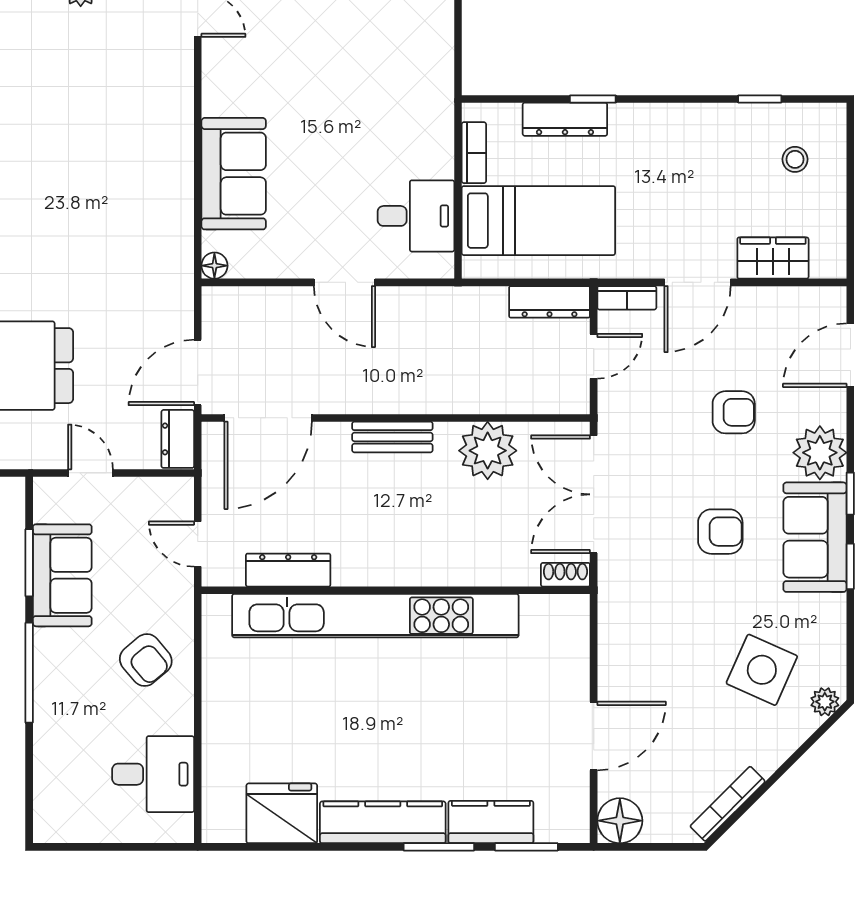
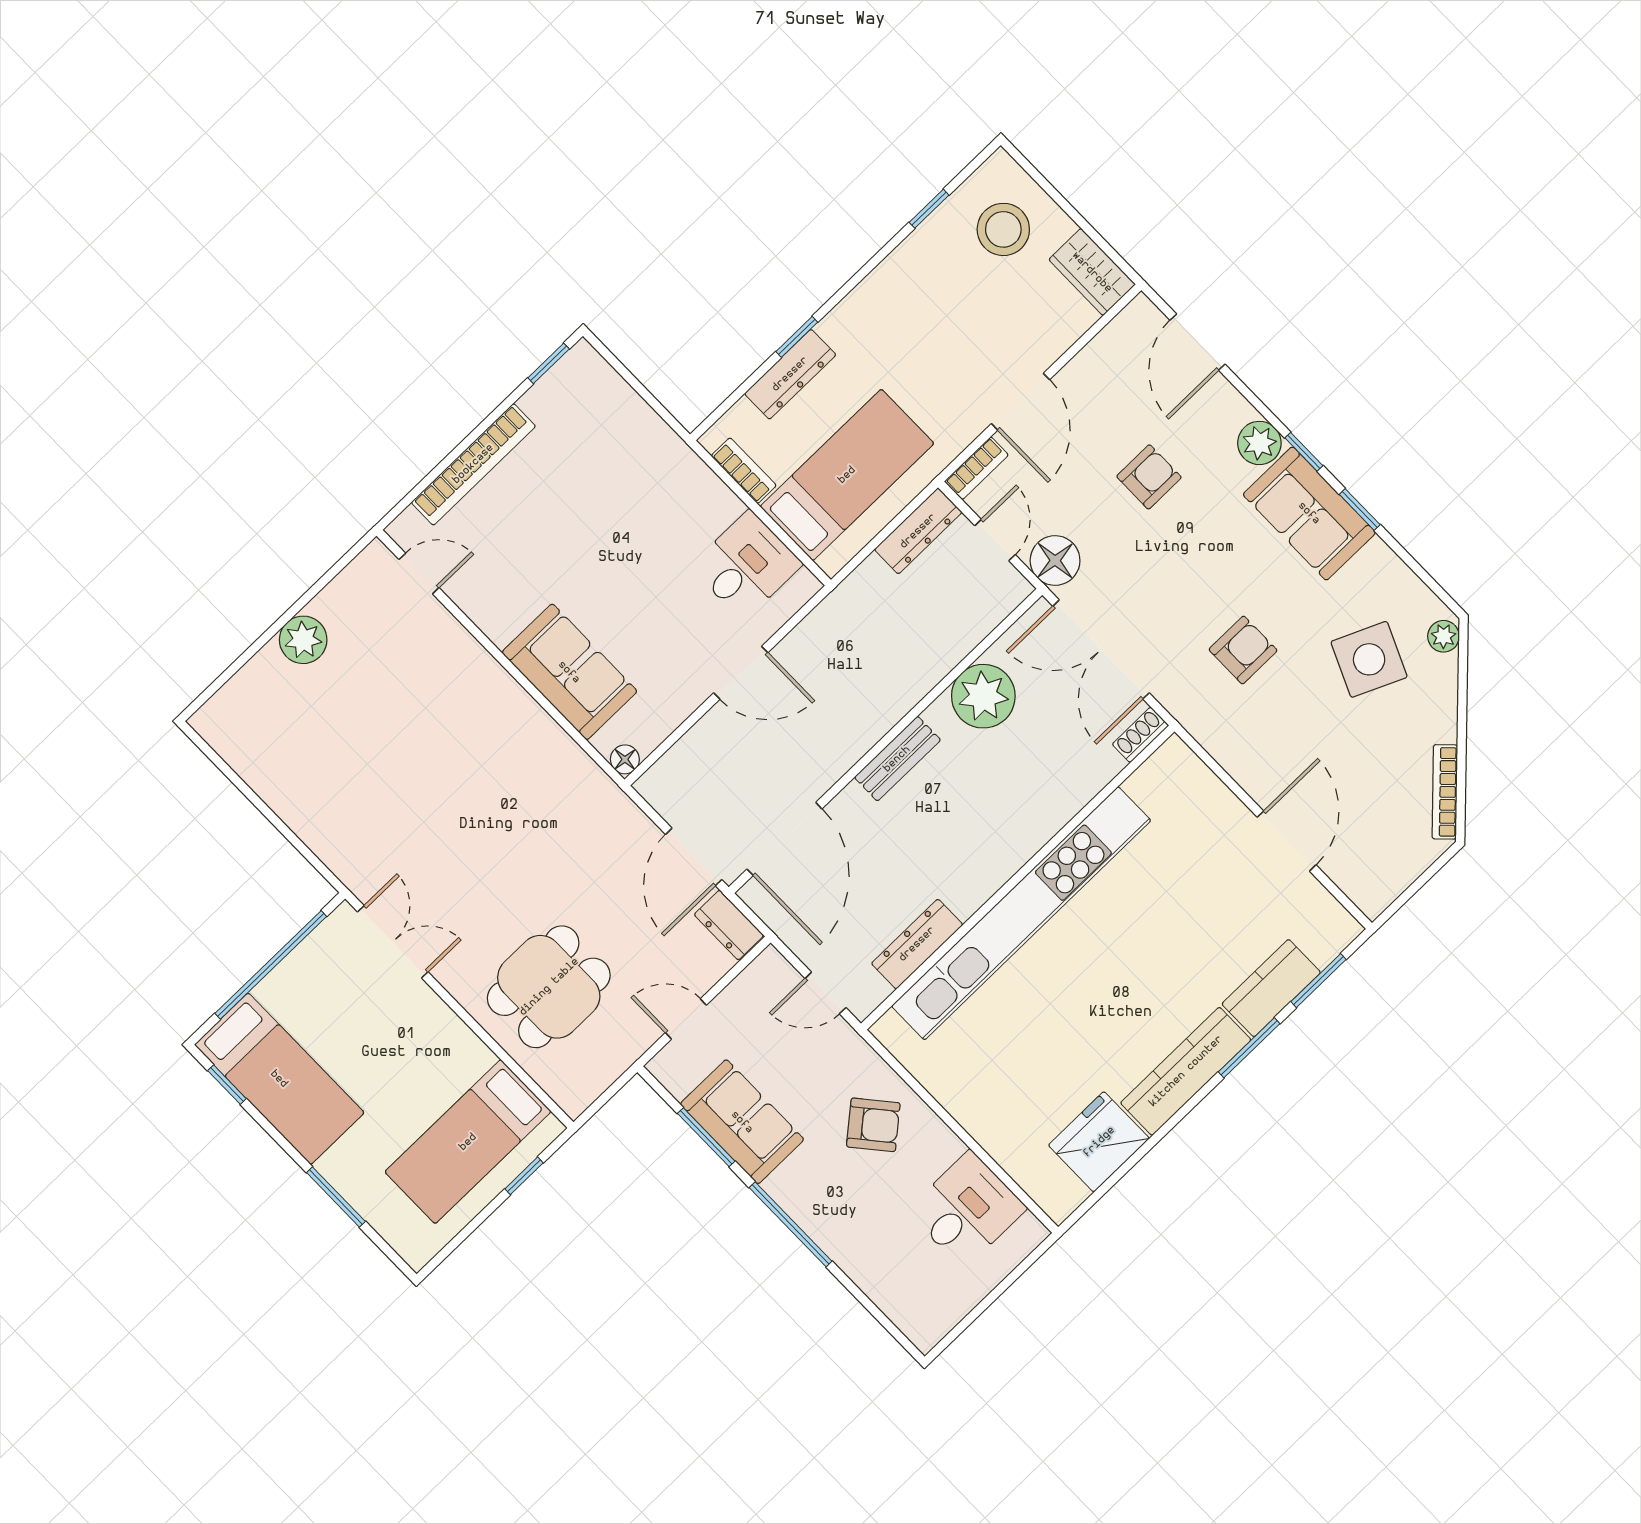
stool: (795, 159) -> (1003, 229), width x1.89, depth x1.89
wardrobe: (773, 258) -> (1092, 272), moved, turned -90
plant: (820, 453) -> (1259, 443), width x0.73, depth x0.73
armchair: (720, 532) -> (1243, 650), moved
floor lamp: (620, 821) -> (1055, 561), moved

